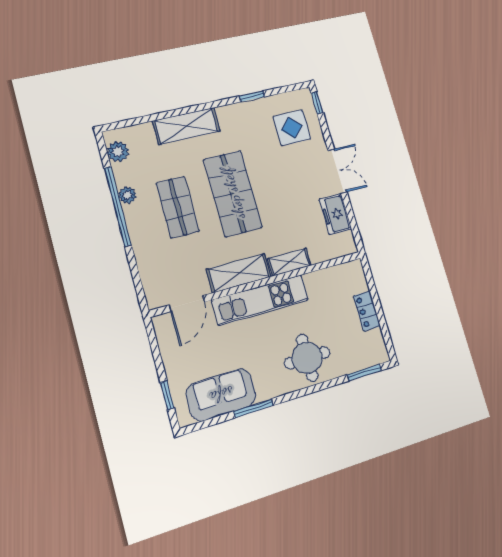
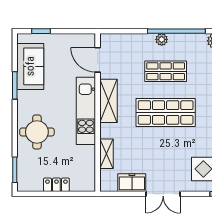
plant: (127, 195) -> (162, 39), moved
shelving: (289, 262) -> (106, 154), moved

